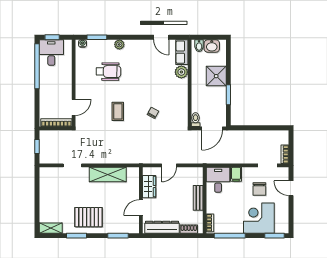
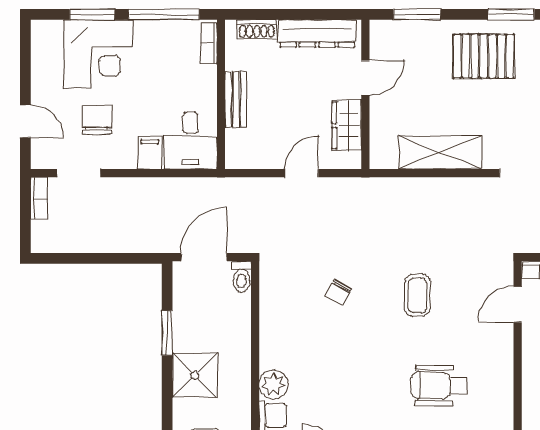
window: (274, 236) -> (92, 14), moved

